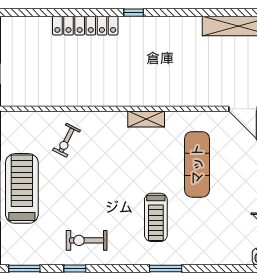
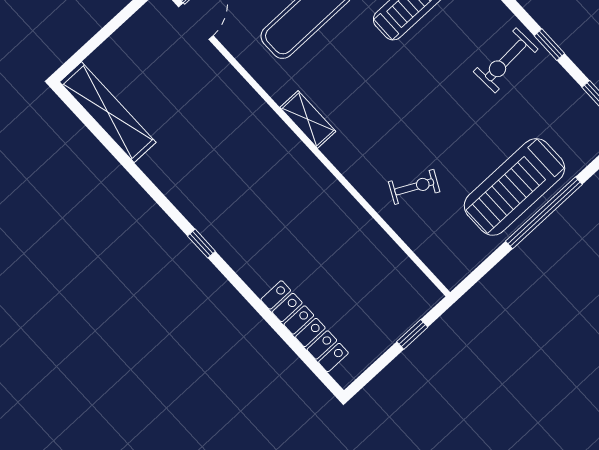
locker: (85, 26) -> (305, 326), moved
exercise bike: (87, 240) -> (506, 60), turned 87

